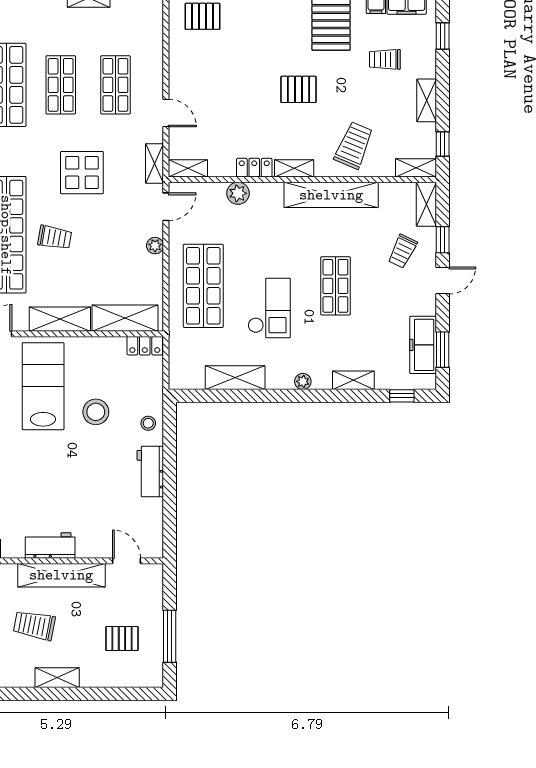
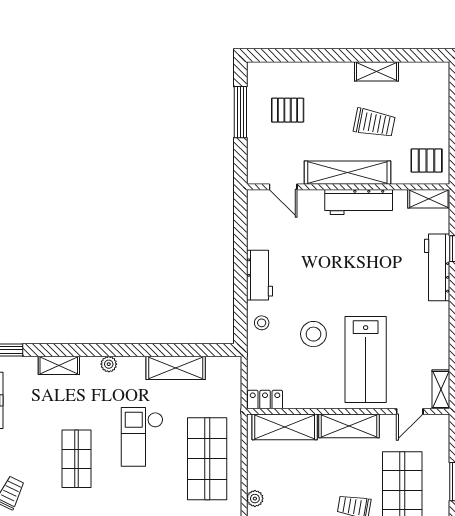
workbench: (50, 546) -> (359, 202), width x1.38
shelving: (57, 678) -> (376, 71), moved

